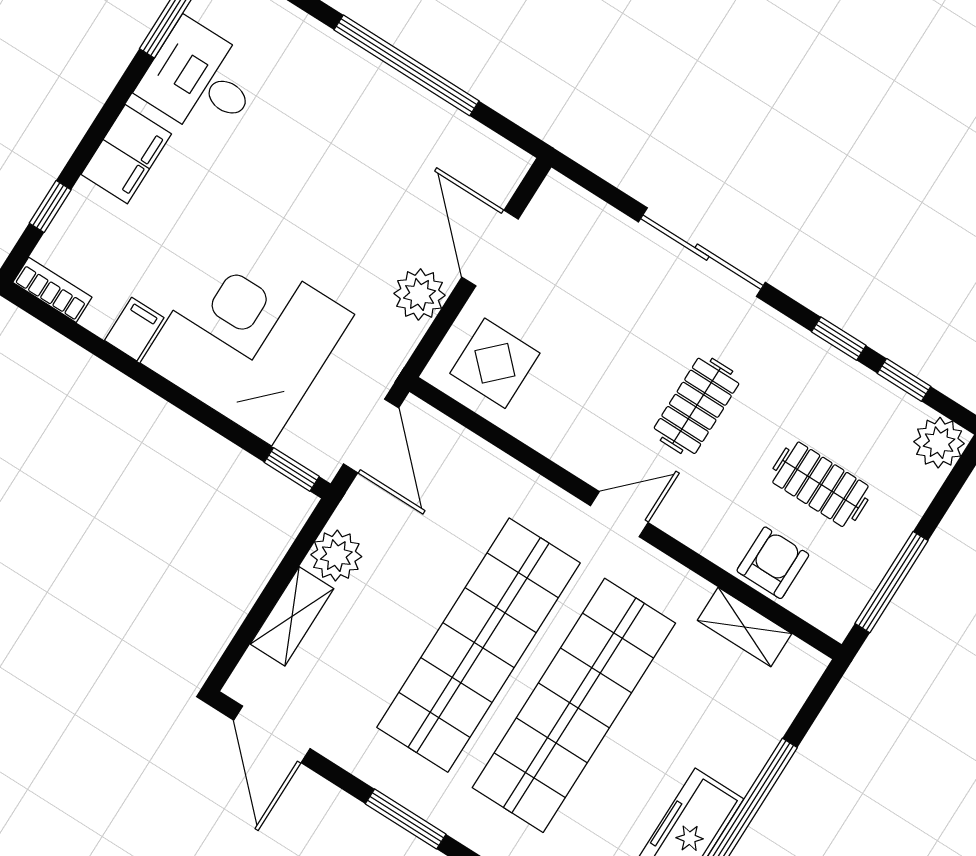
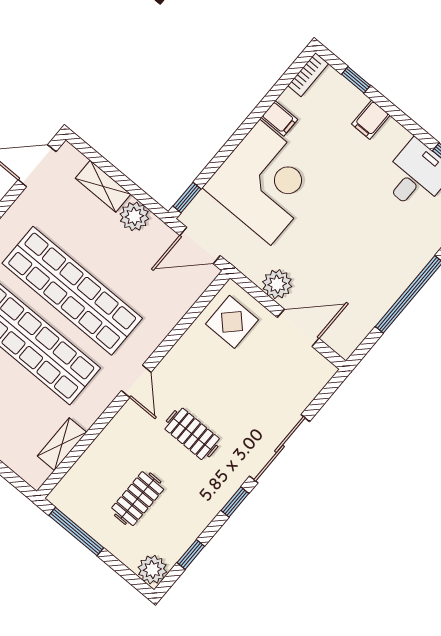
filing cabinet: (126, 154) -> (371, 120), width x0.50
window: (839, 339) -> (235, 502), moved
armchair: (773, 563) -> (96, 465), removed

